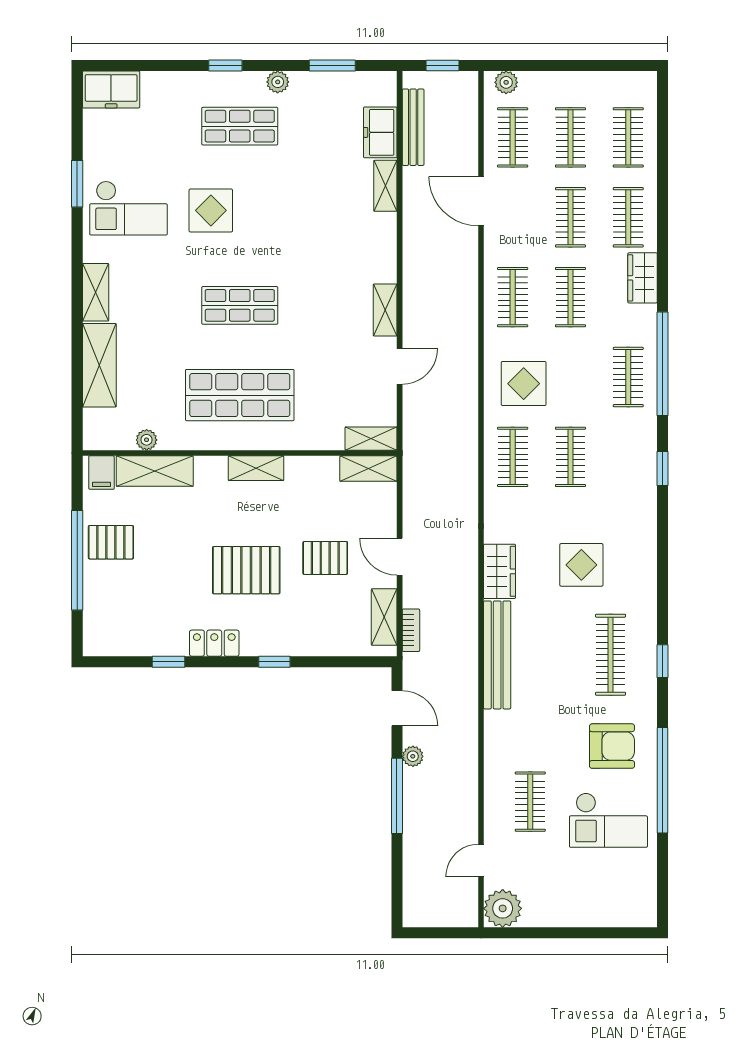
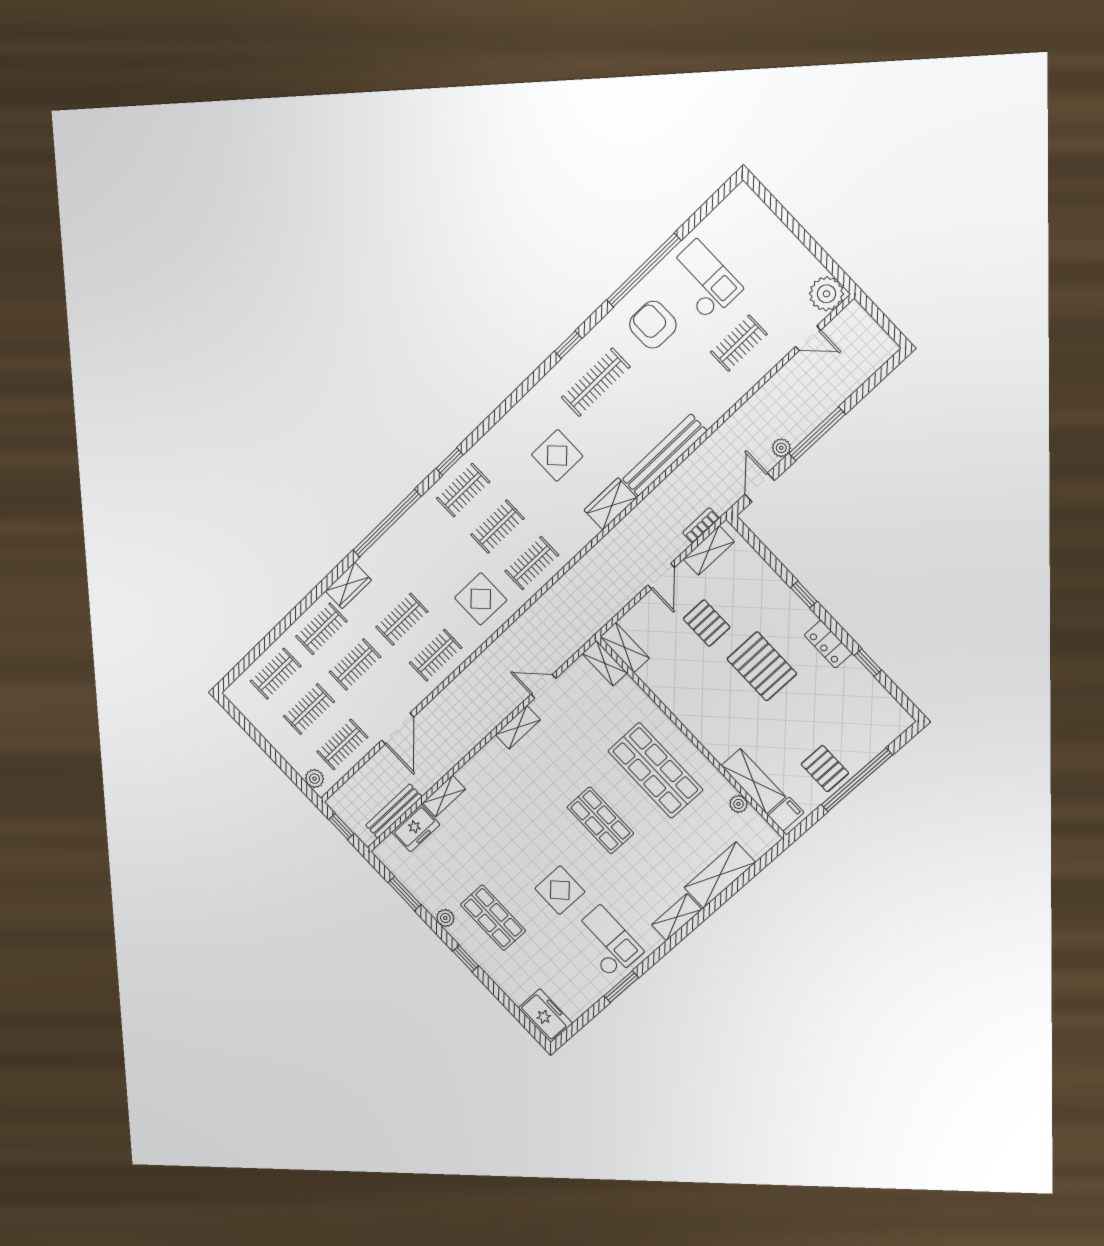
clothes rail: (628, 377) -> (463, 490), moved
shelving: (256, 468) -> (691, 719), removed

